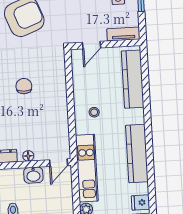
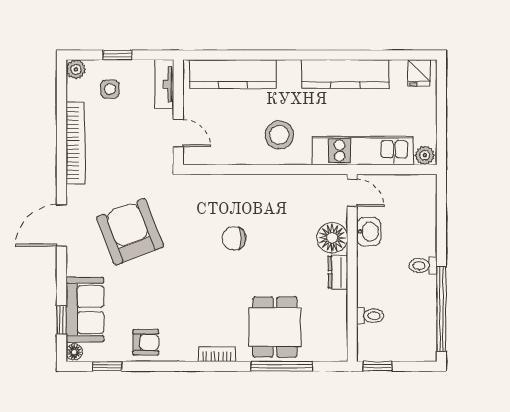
stool: (94, 112) -> (279, 135), width x1.89, depth x1.89
floor lamp: (28, 156) -> (332, 238), width x1.89, depth x1.89

